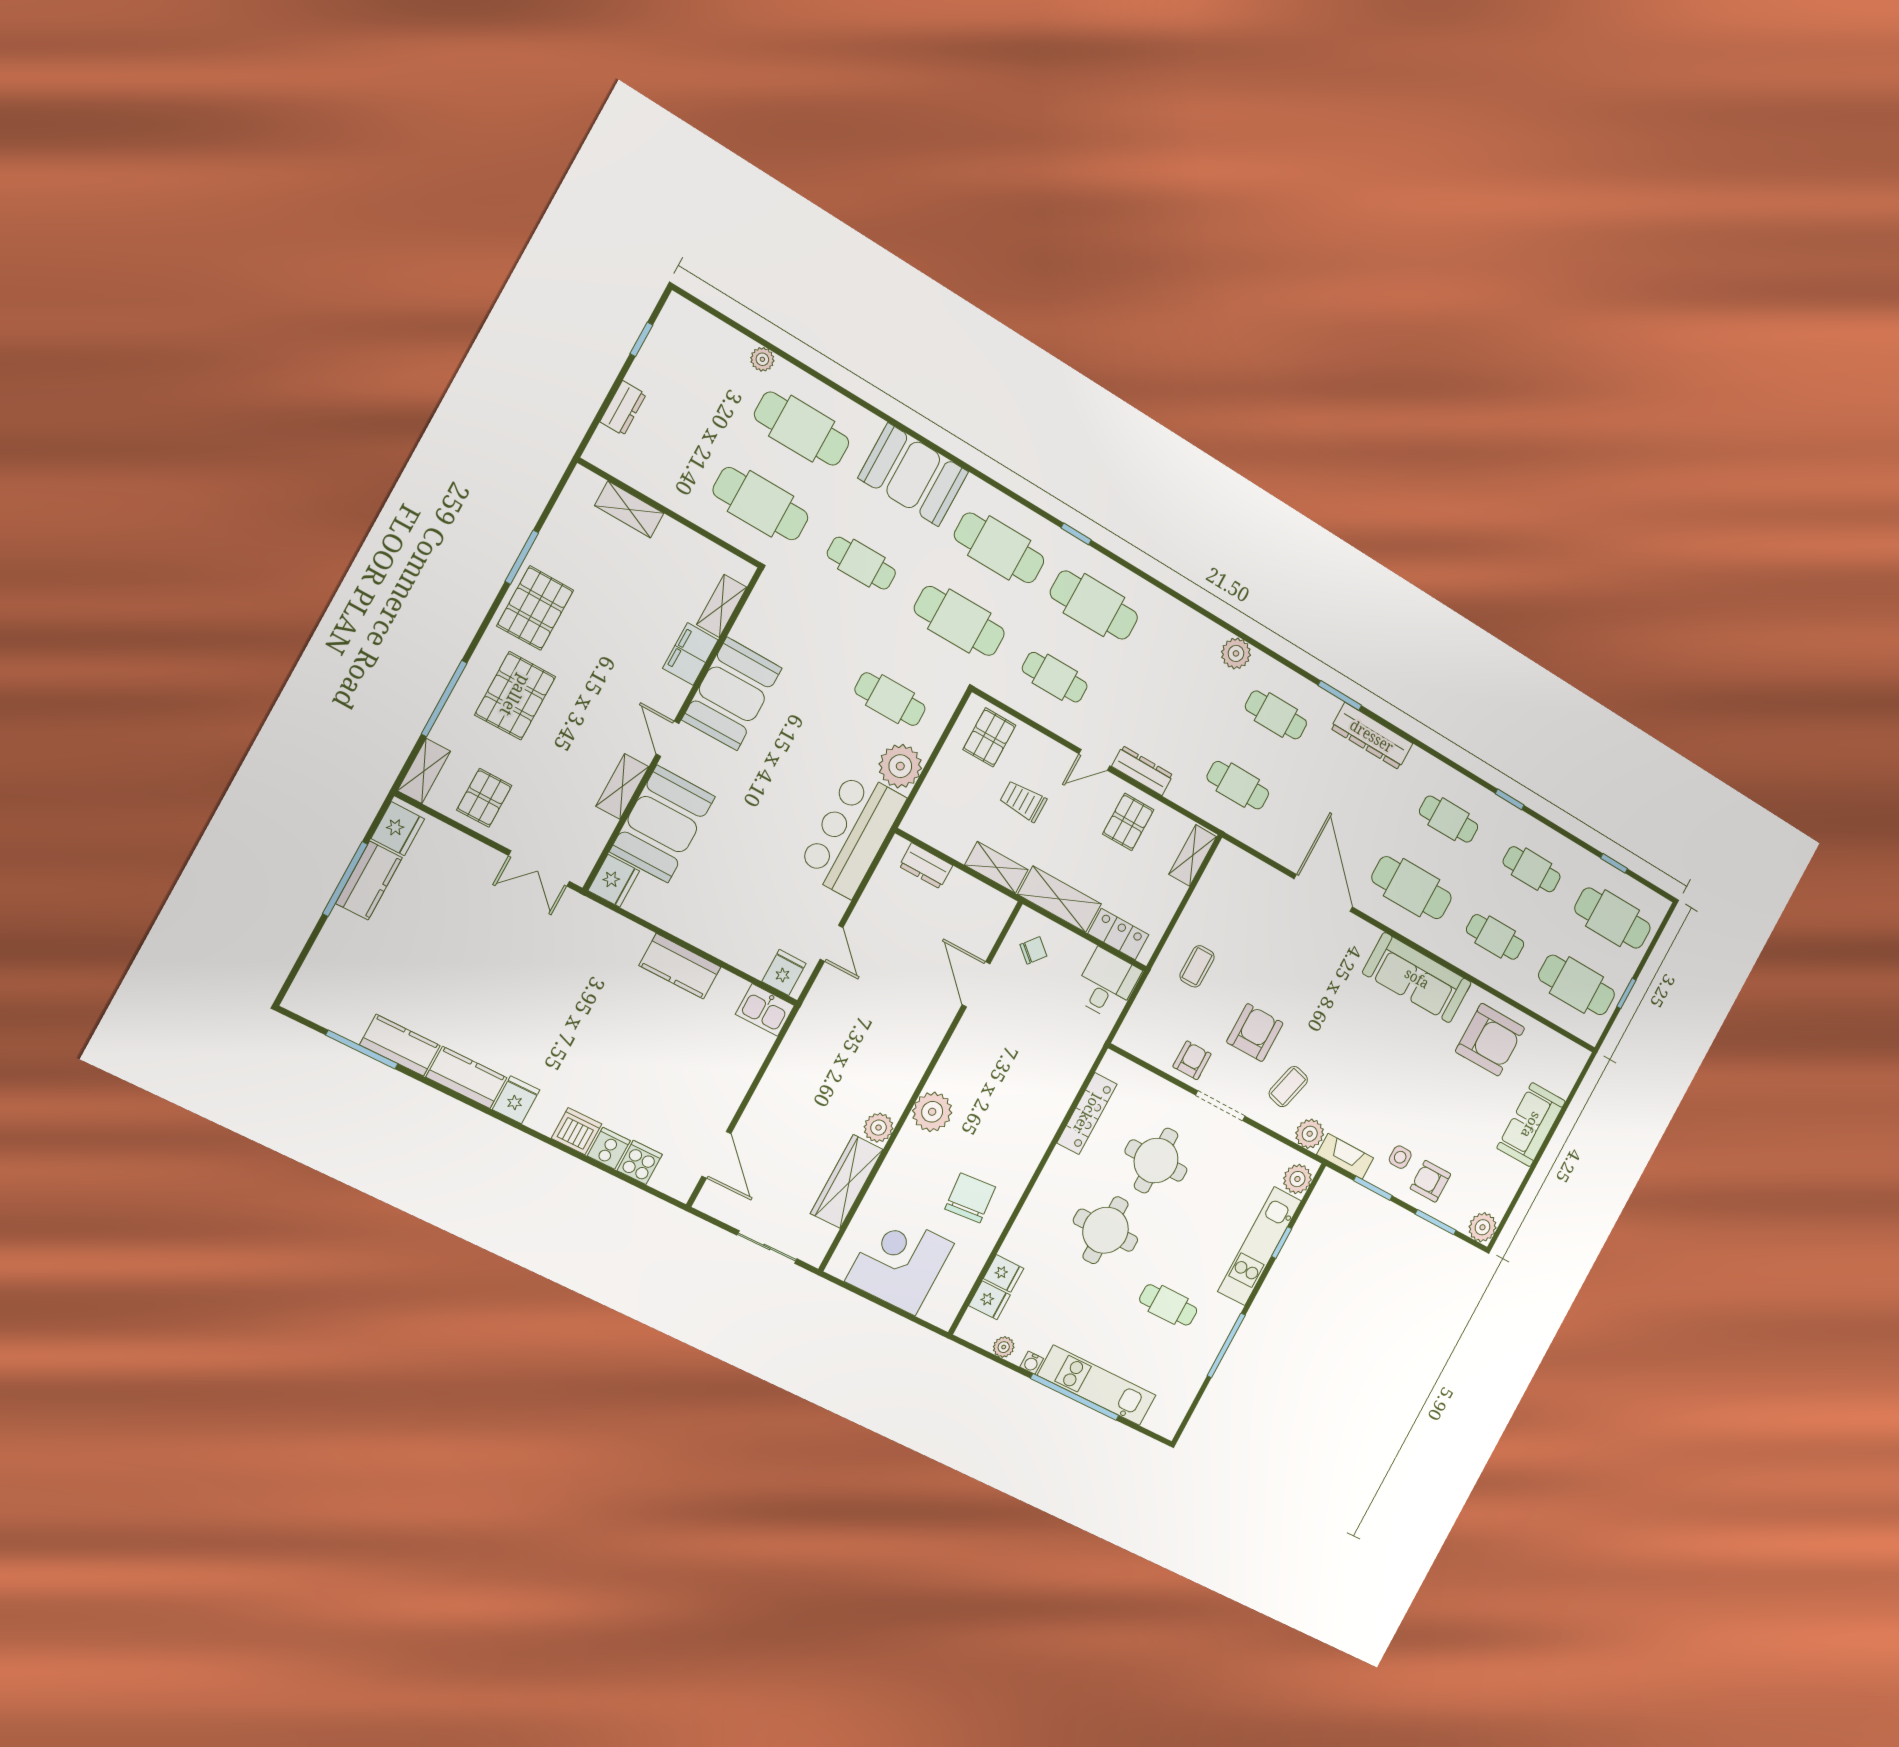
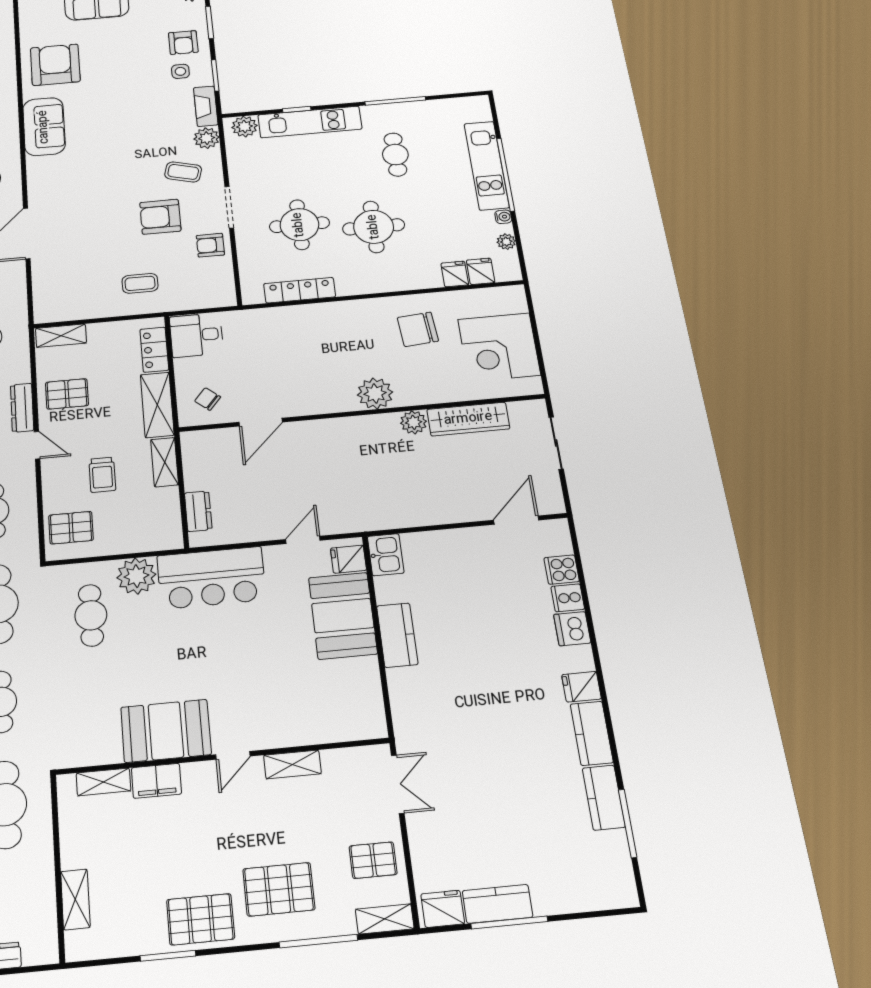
booth: (662, 824) -> (343, 616), moved, turned 90
fridge: (614, 881) -> (368, 724), removed
sofa: (1417, 978) -> (44, 127), width x0.73

